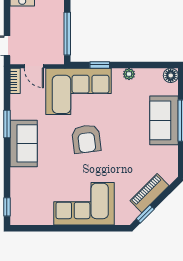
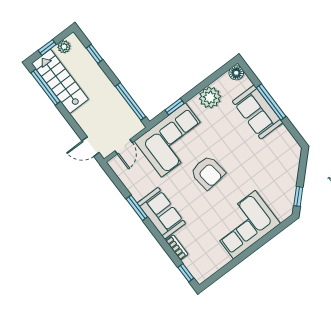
door: (34, 66) -> (124, 147), hinge flipped
plant: (129, 74) -> (210, 98), width x1.88, depth x1.88
bookcase: (15, 81) -> (177, 247), moved
piano: (149, 193) -> (289, 178), removed

